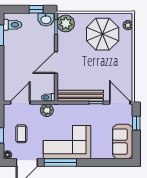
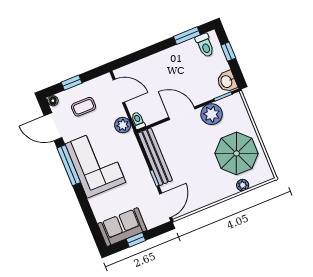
window: (36, 9) -> (228, 52), moved
plant: (66, 23) -> (212, 114), moved
plant: (128, 25) -> (243, 185), moved
window: (136, 123) -> (136, 240), moved

